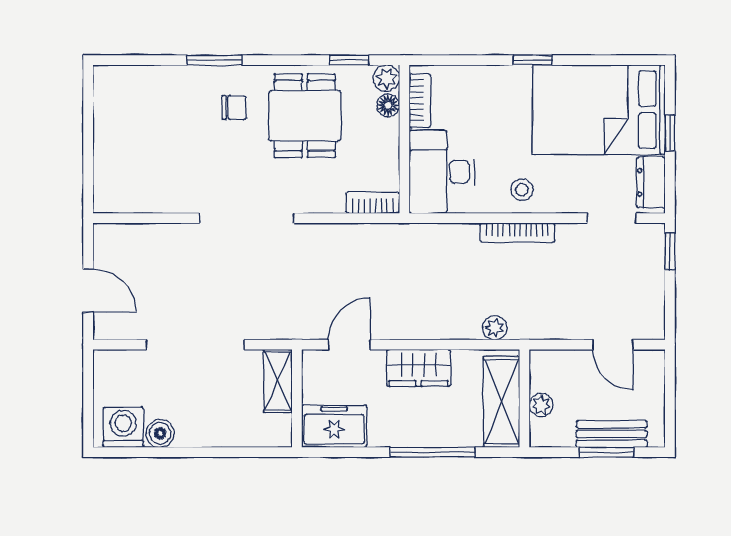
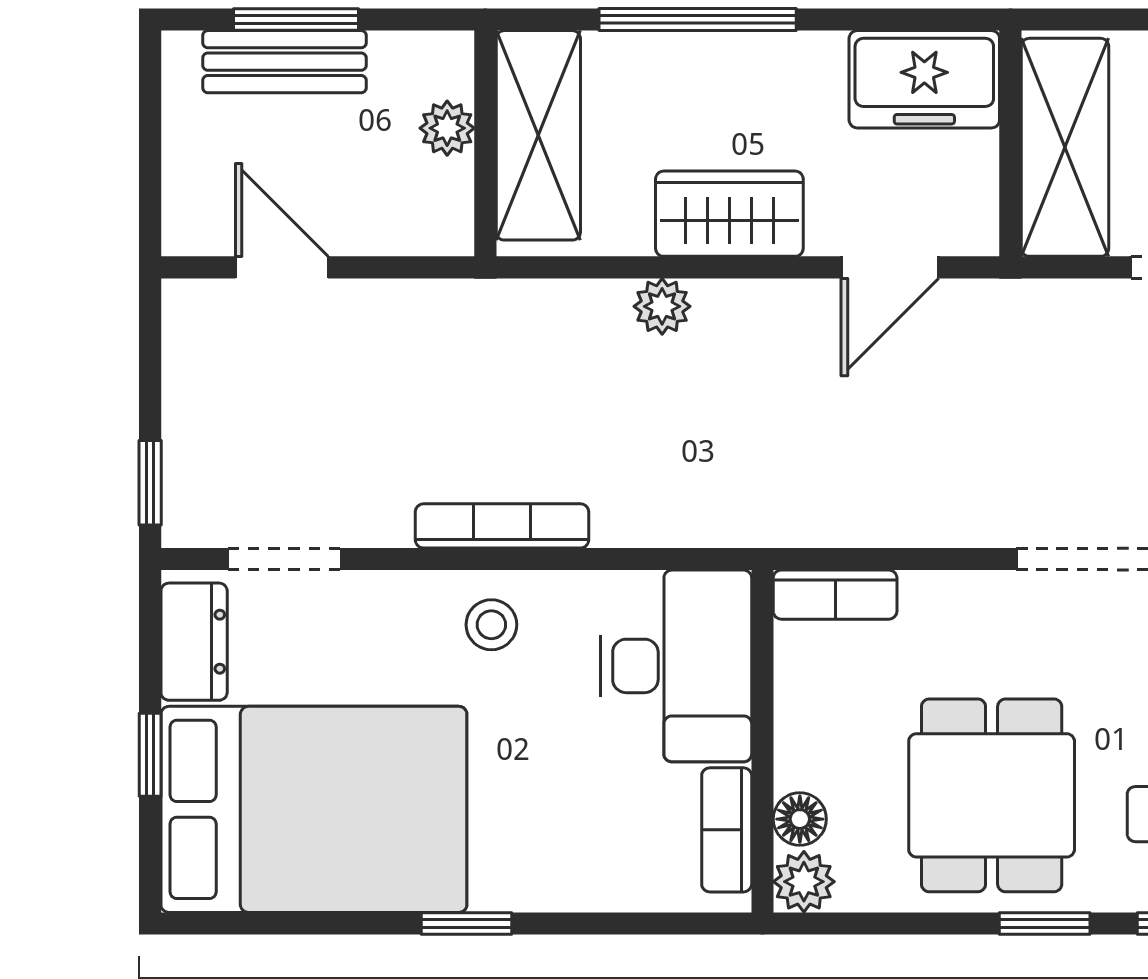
window: (349, 60) -> (1045, 923), moved
plant: (495, 328) -> (662, 306), moved
shelving: (278, 381) -> (1065, 147), width x1.50, depth x1.33

